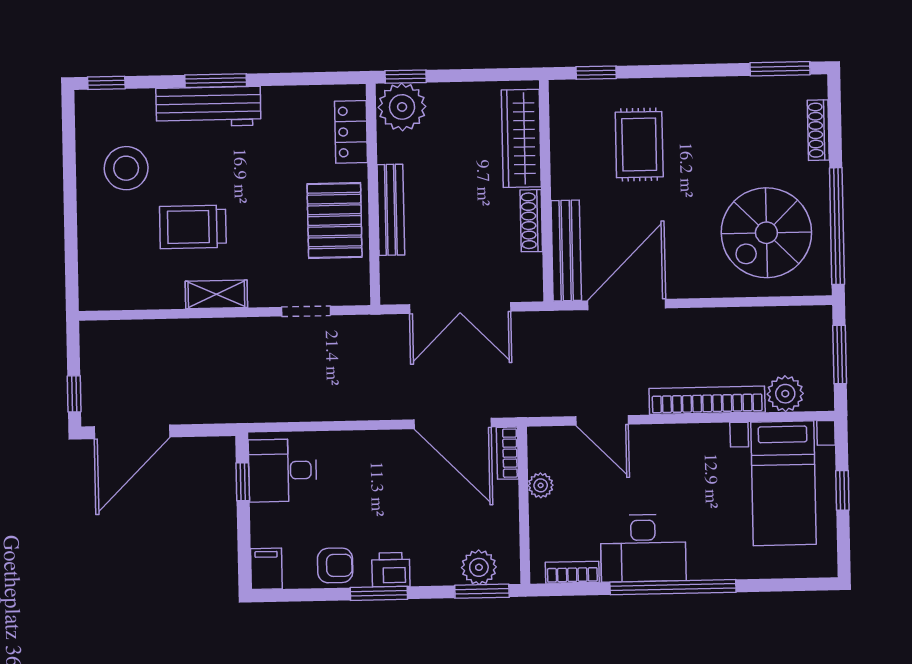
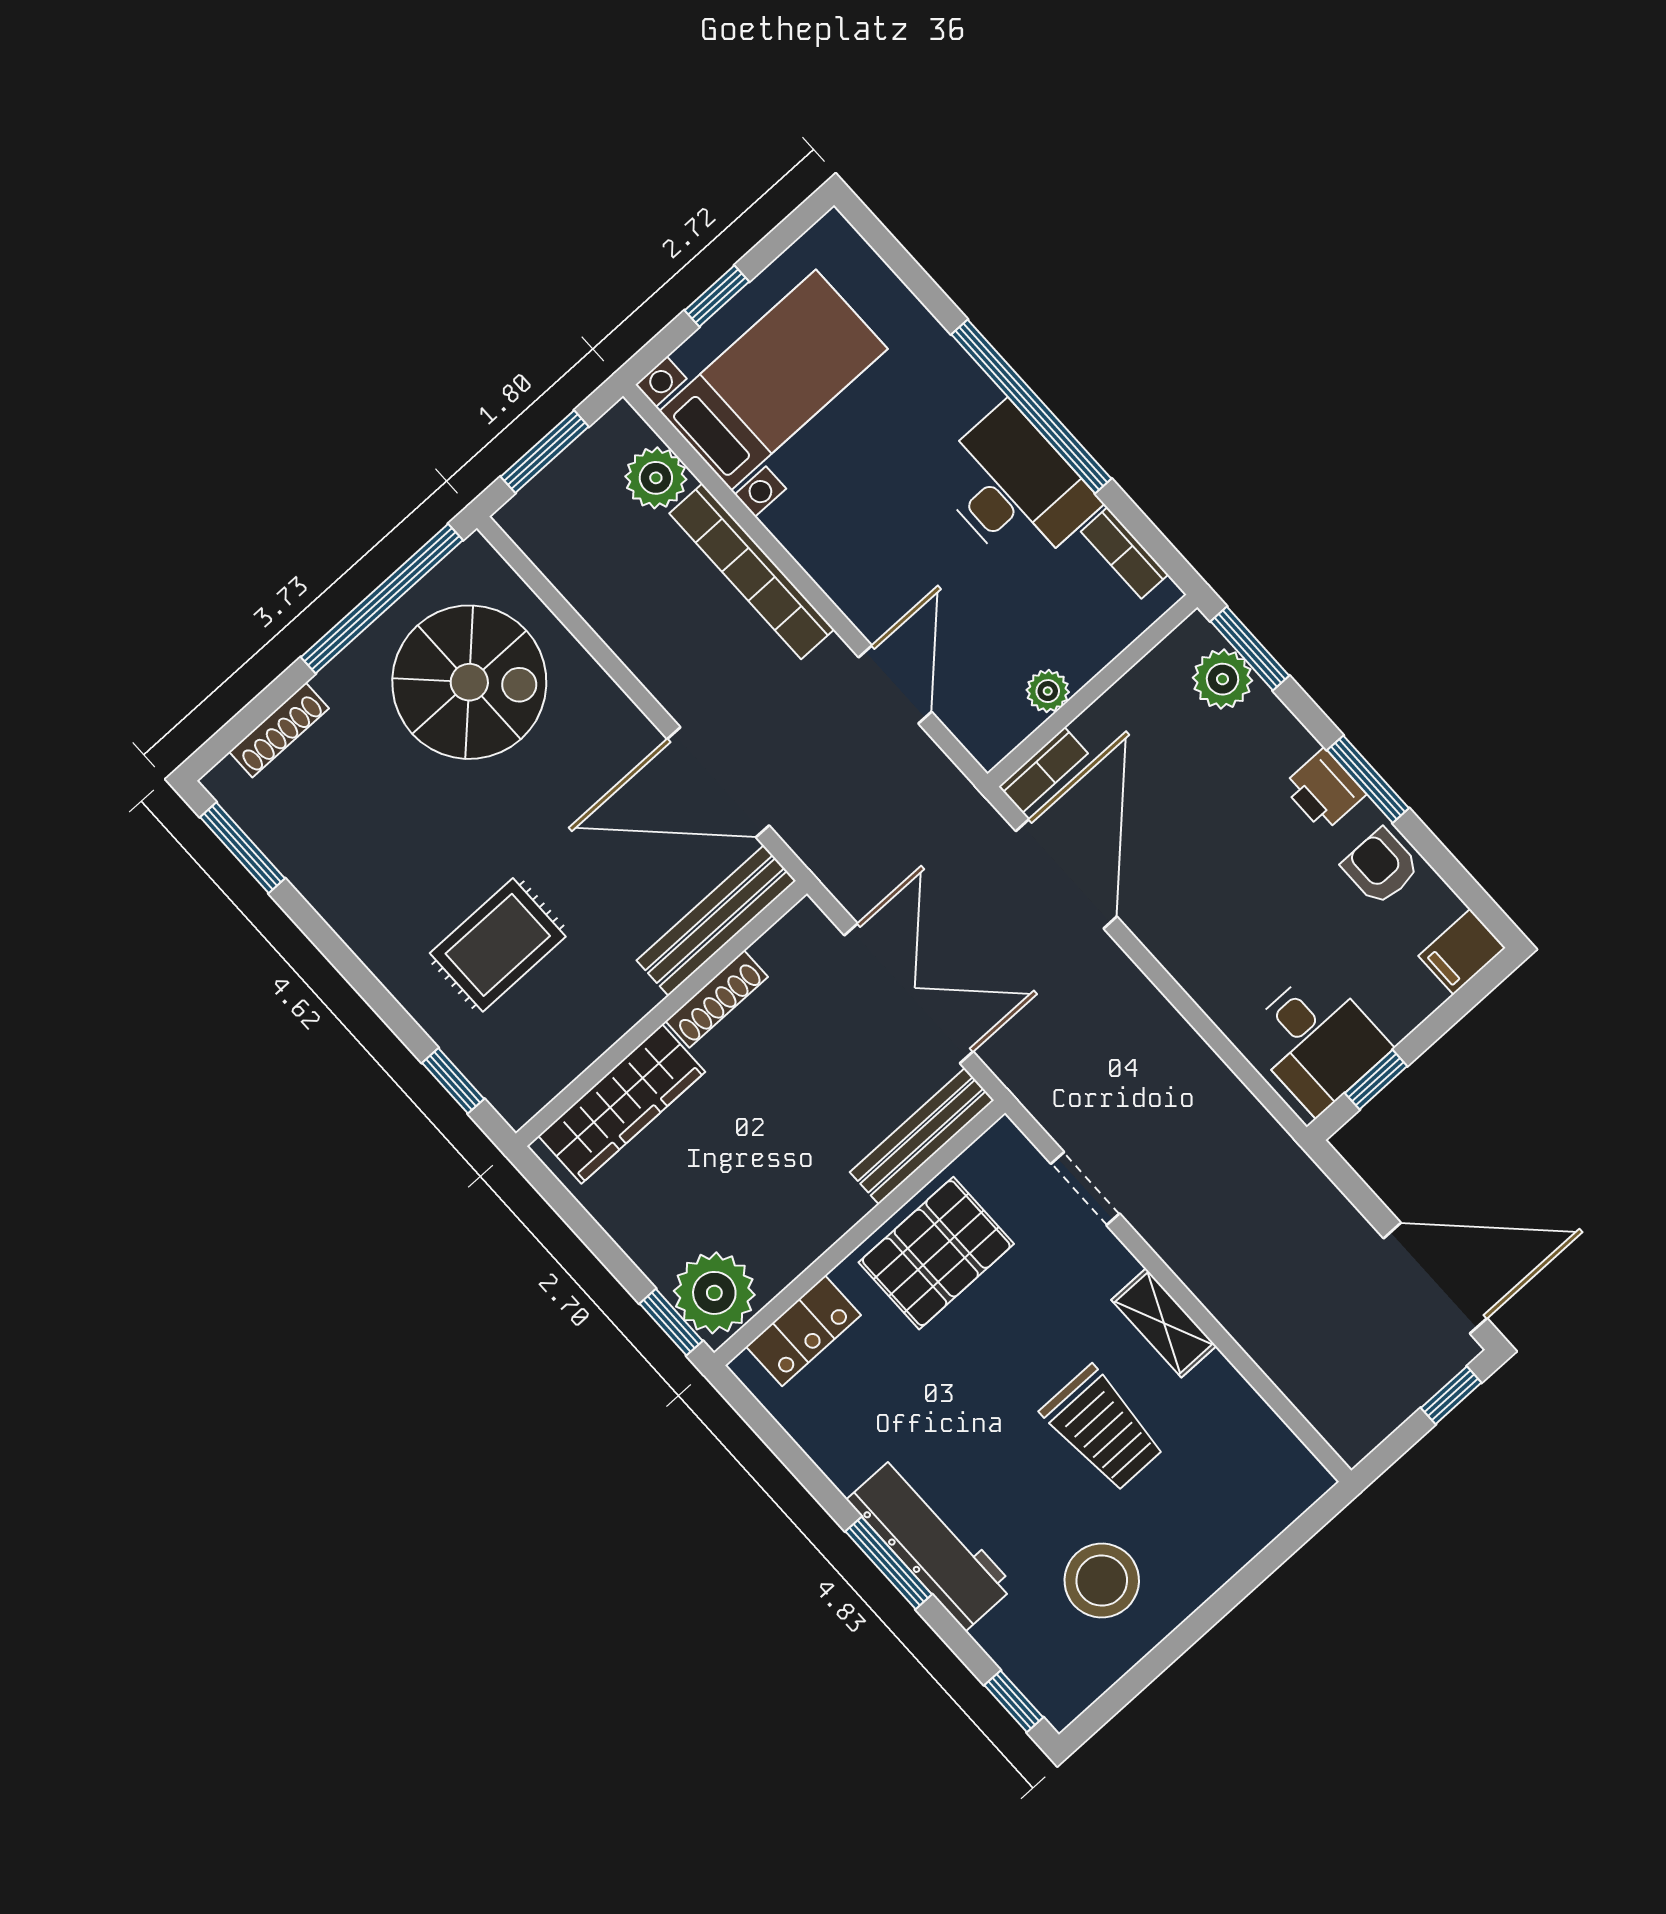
bench: (391, 210) -> (922, 1136), moved

